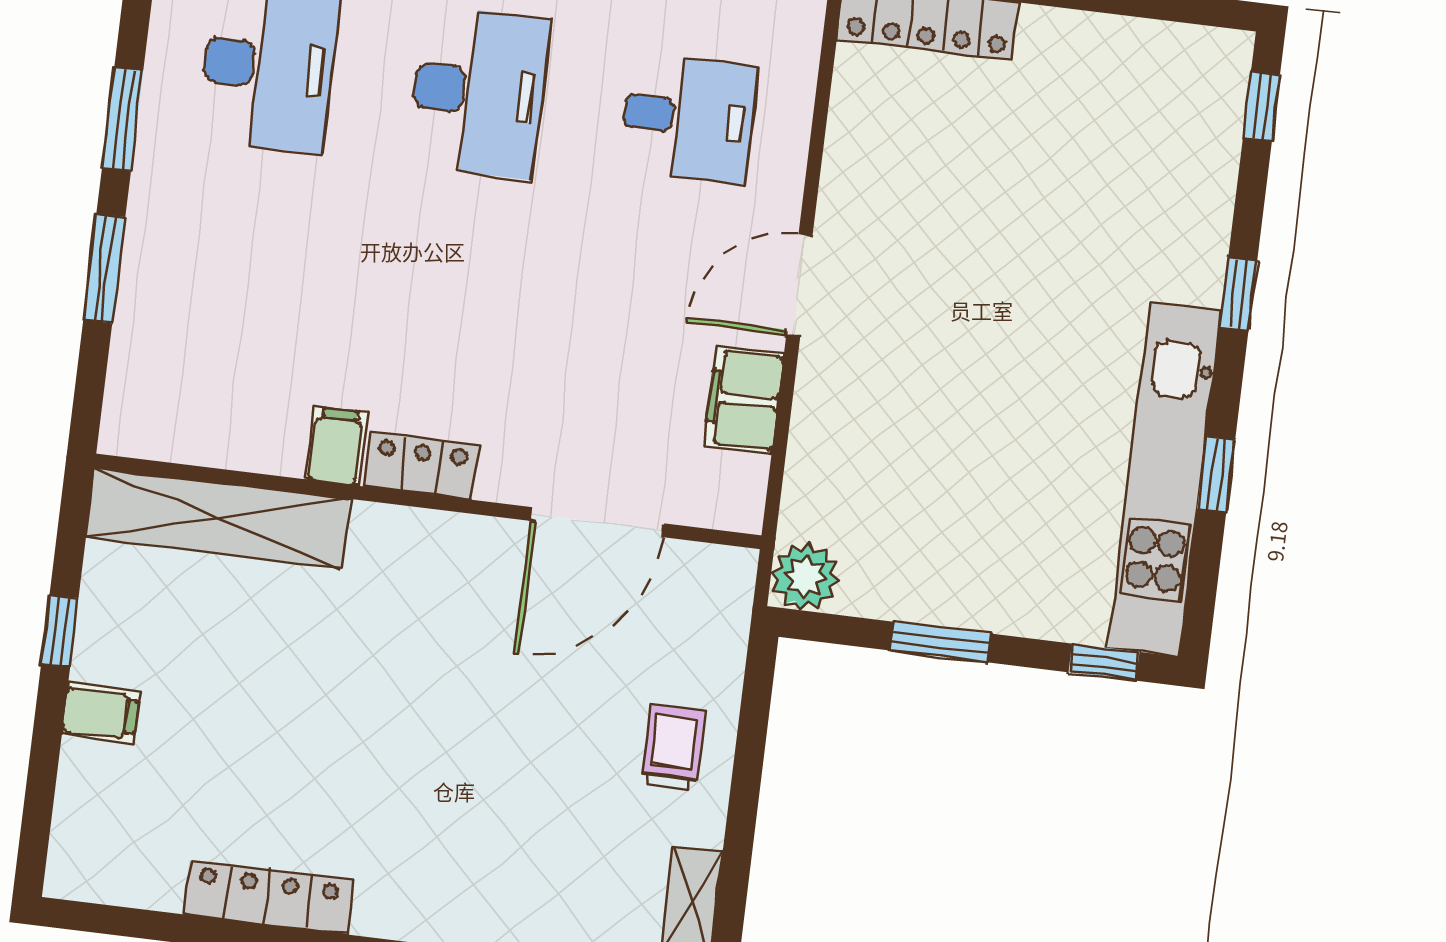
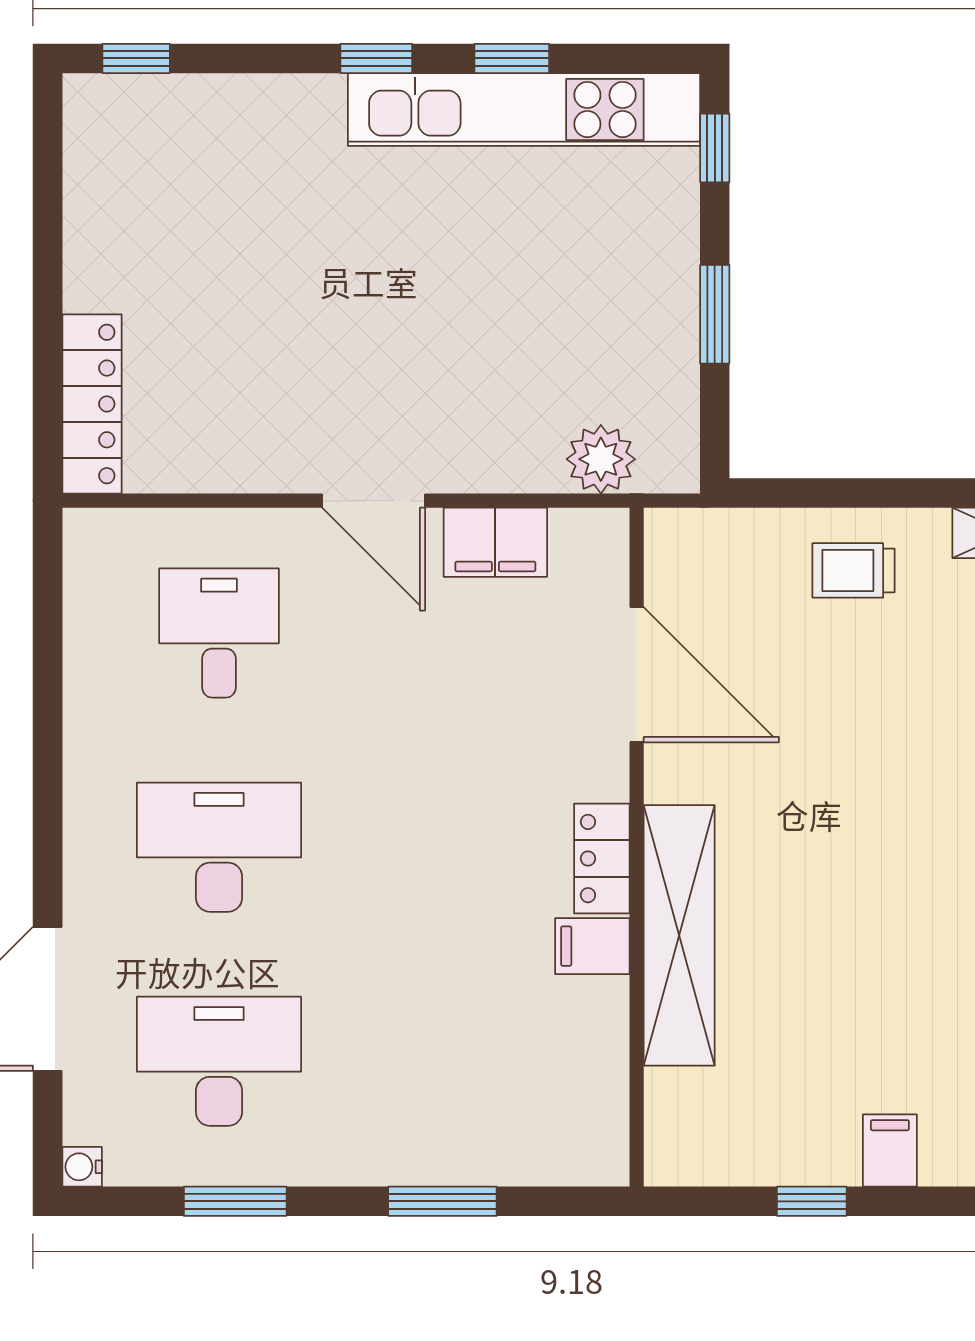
window: (123, 119) -> (235, 1201), moved
window: (1238, 294) -> (376, 58), moved
shelving: (218, 518) -> (679, 935), moved
plant: (805, 577) -> (601, 459), moved

